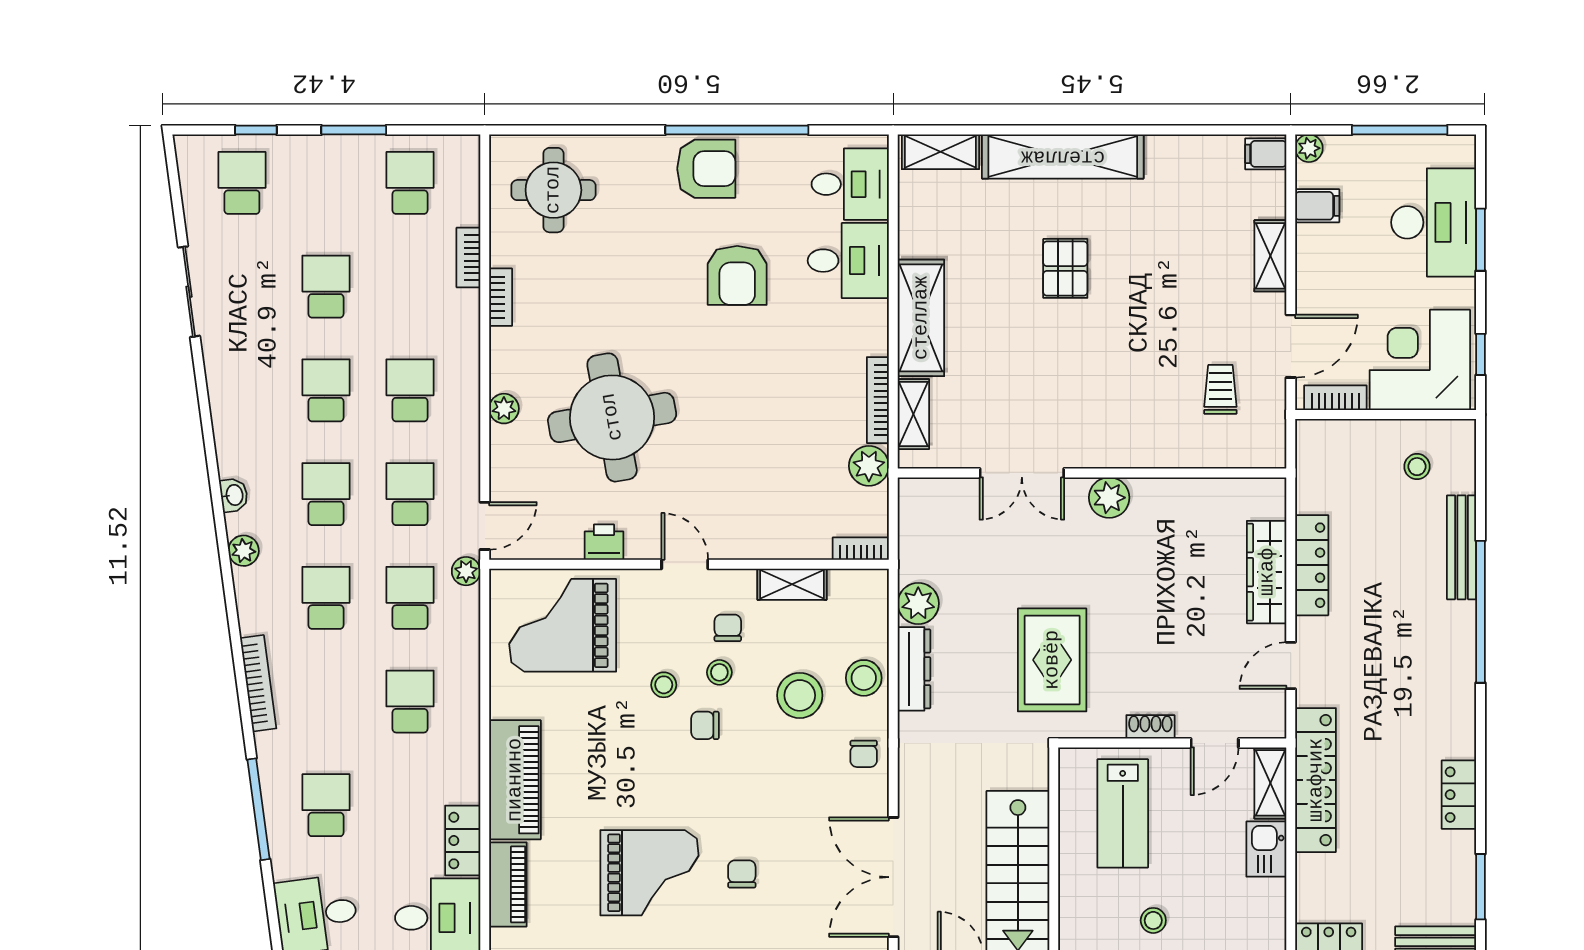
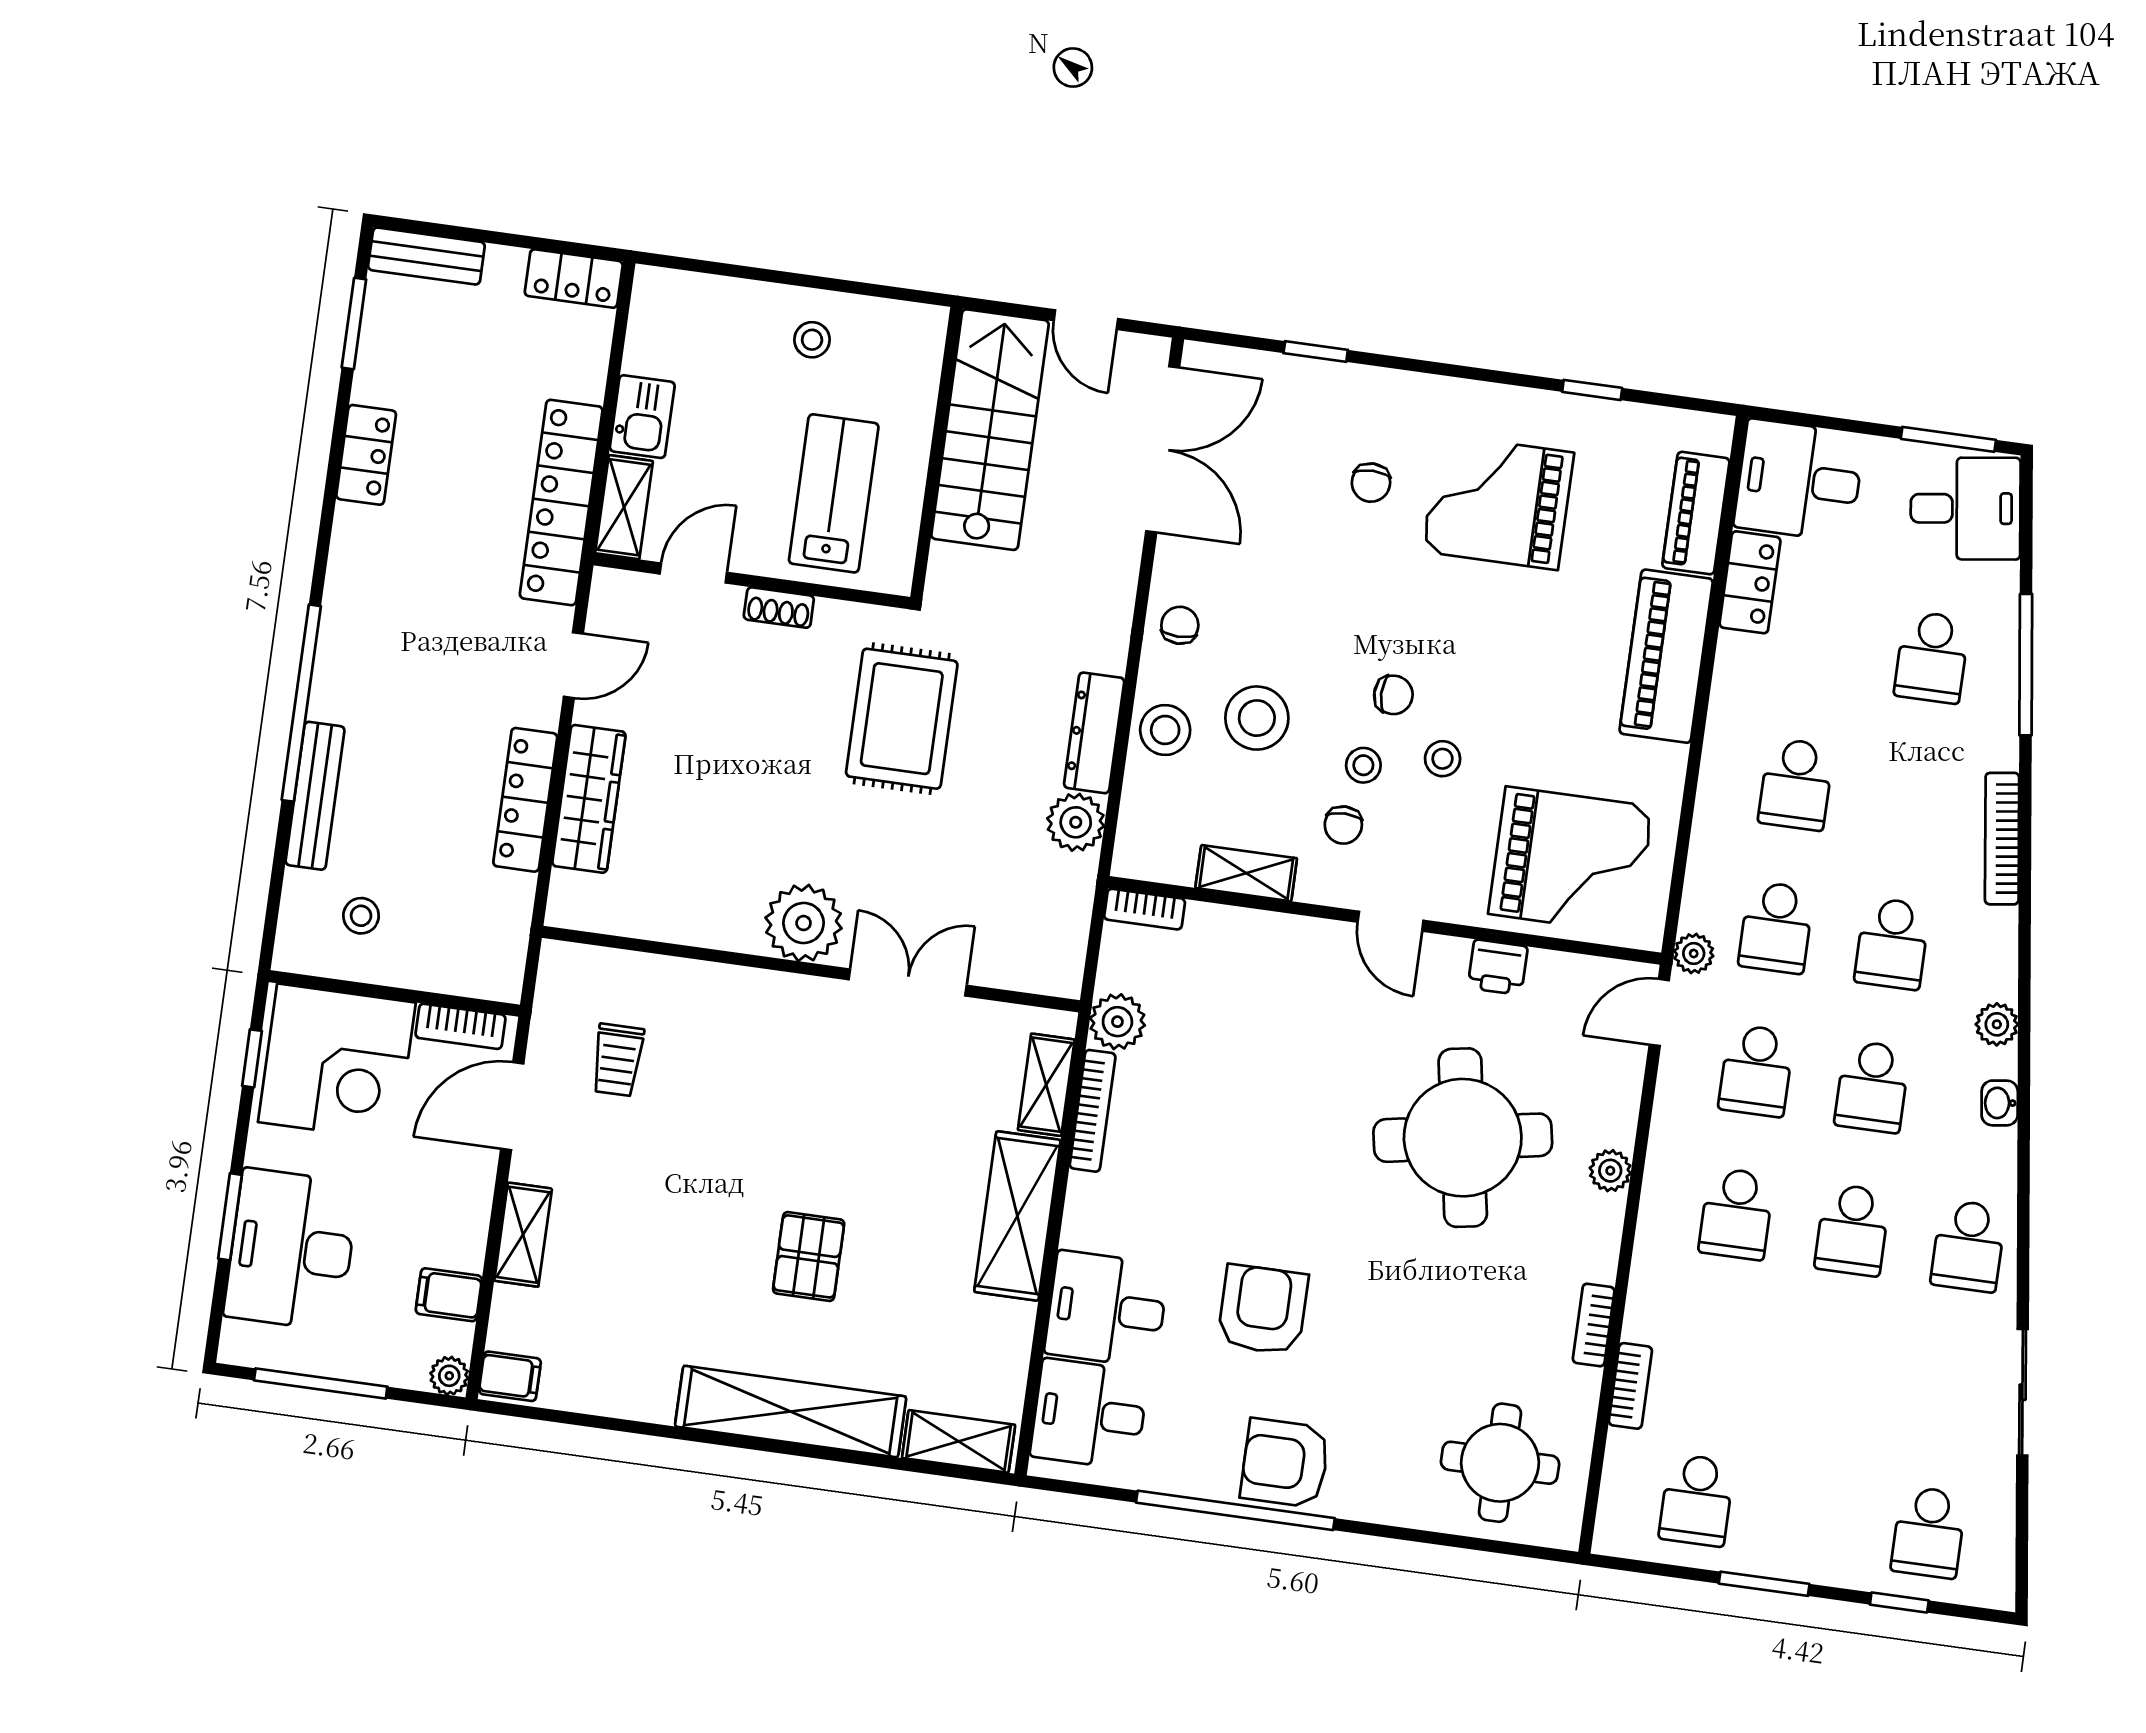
school desk: (326, 287) -> (1968, 1246), moved
plant: (1109, 498) -> (804, 923), width x1.36, depth x1.36

